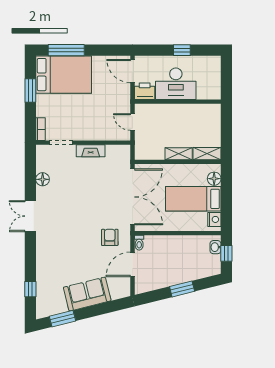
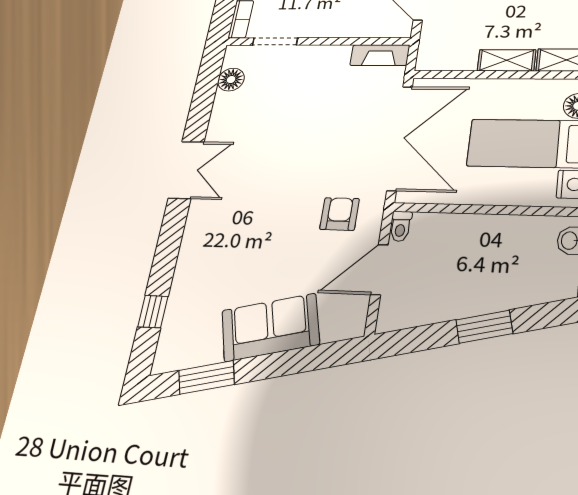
fireplace: (91, 151) -> (380, 55), moved
floor lamp: (43, 179) -> (231, 80), moved
double door: (30, 216) -> (186, 170), swing flipped

